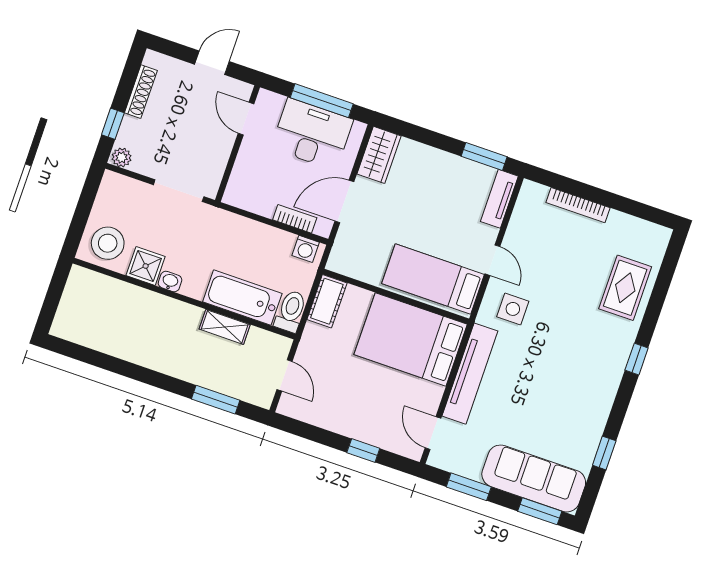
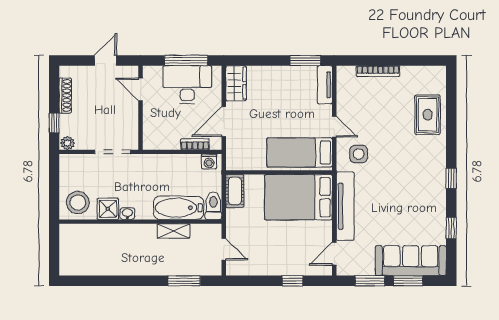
window: (637, 359) -> (451, 178), moved
door: (433, 433) -> (334, 254), hinge flipped
window: (540, 511) -> (408, 281), moved

